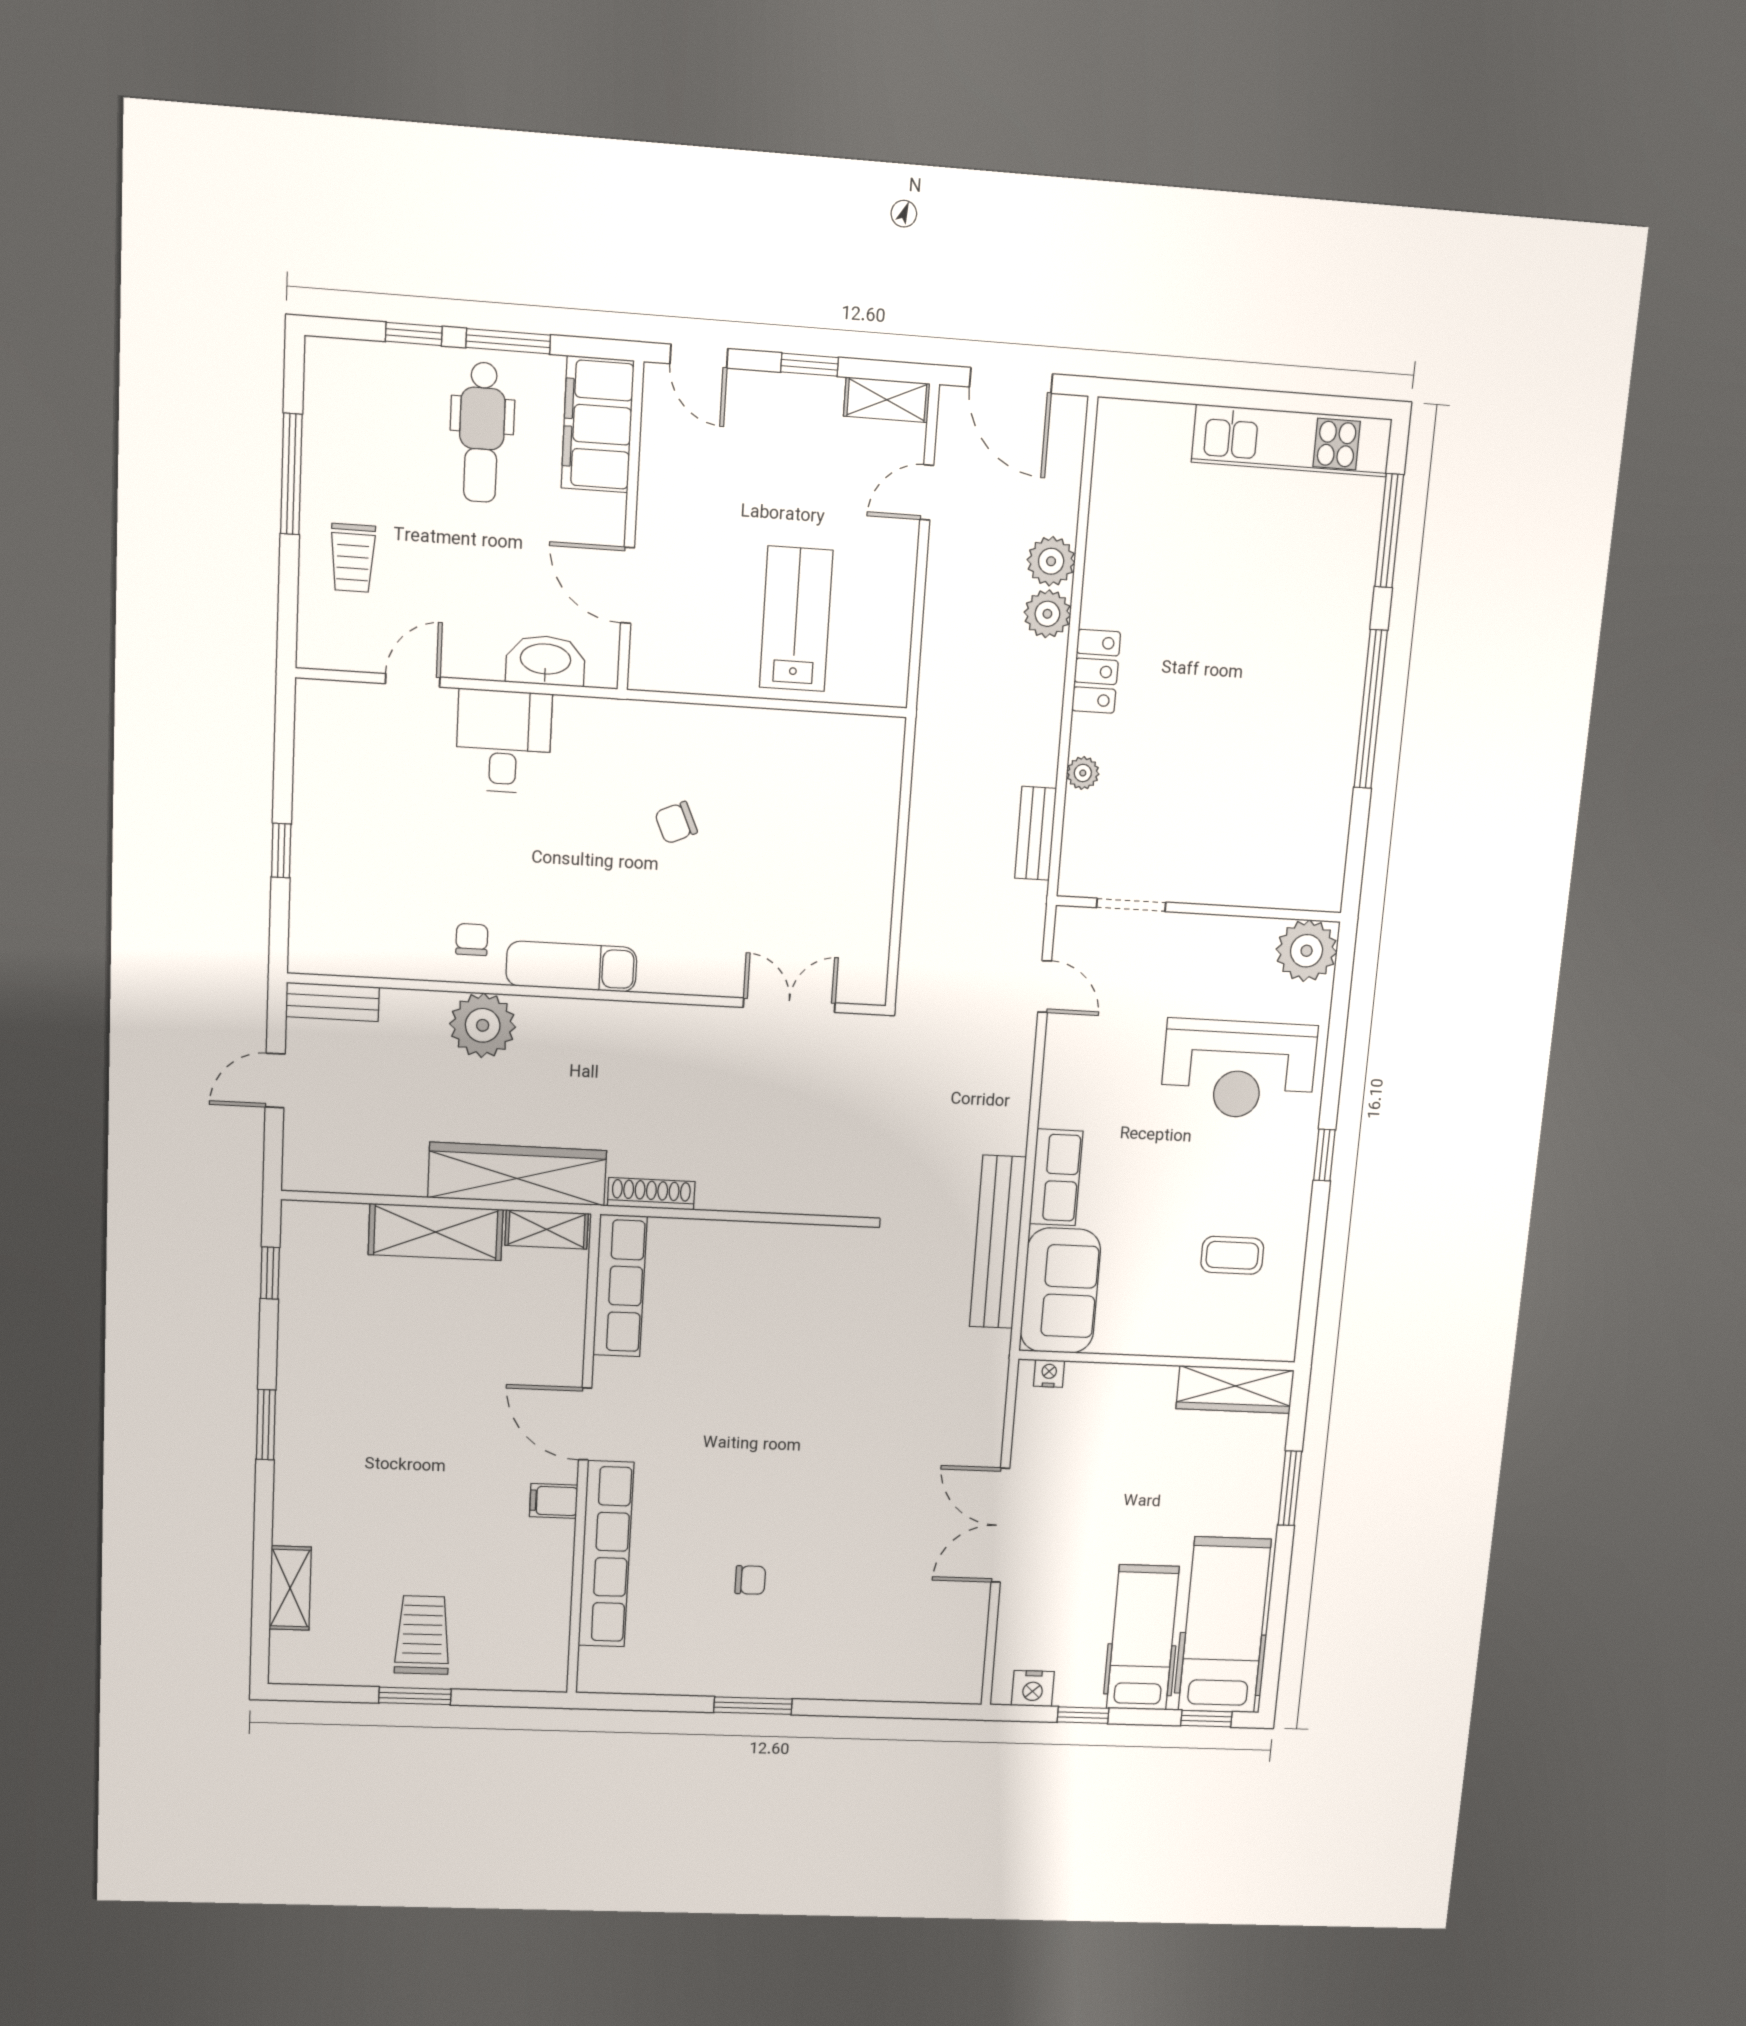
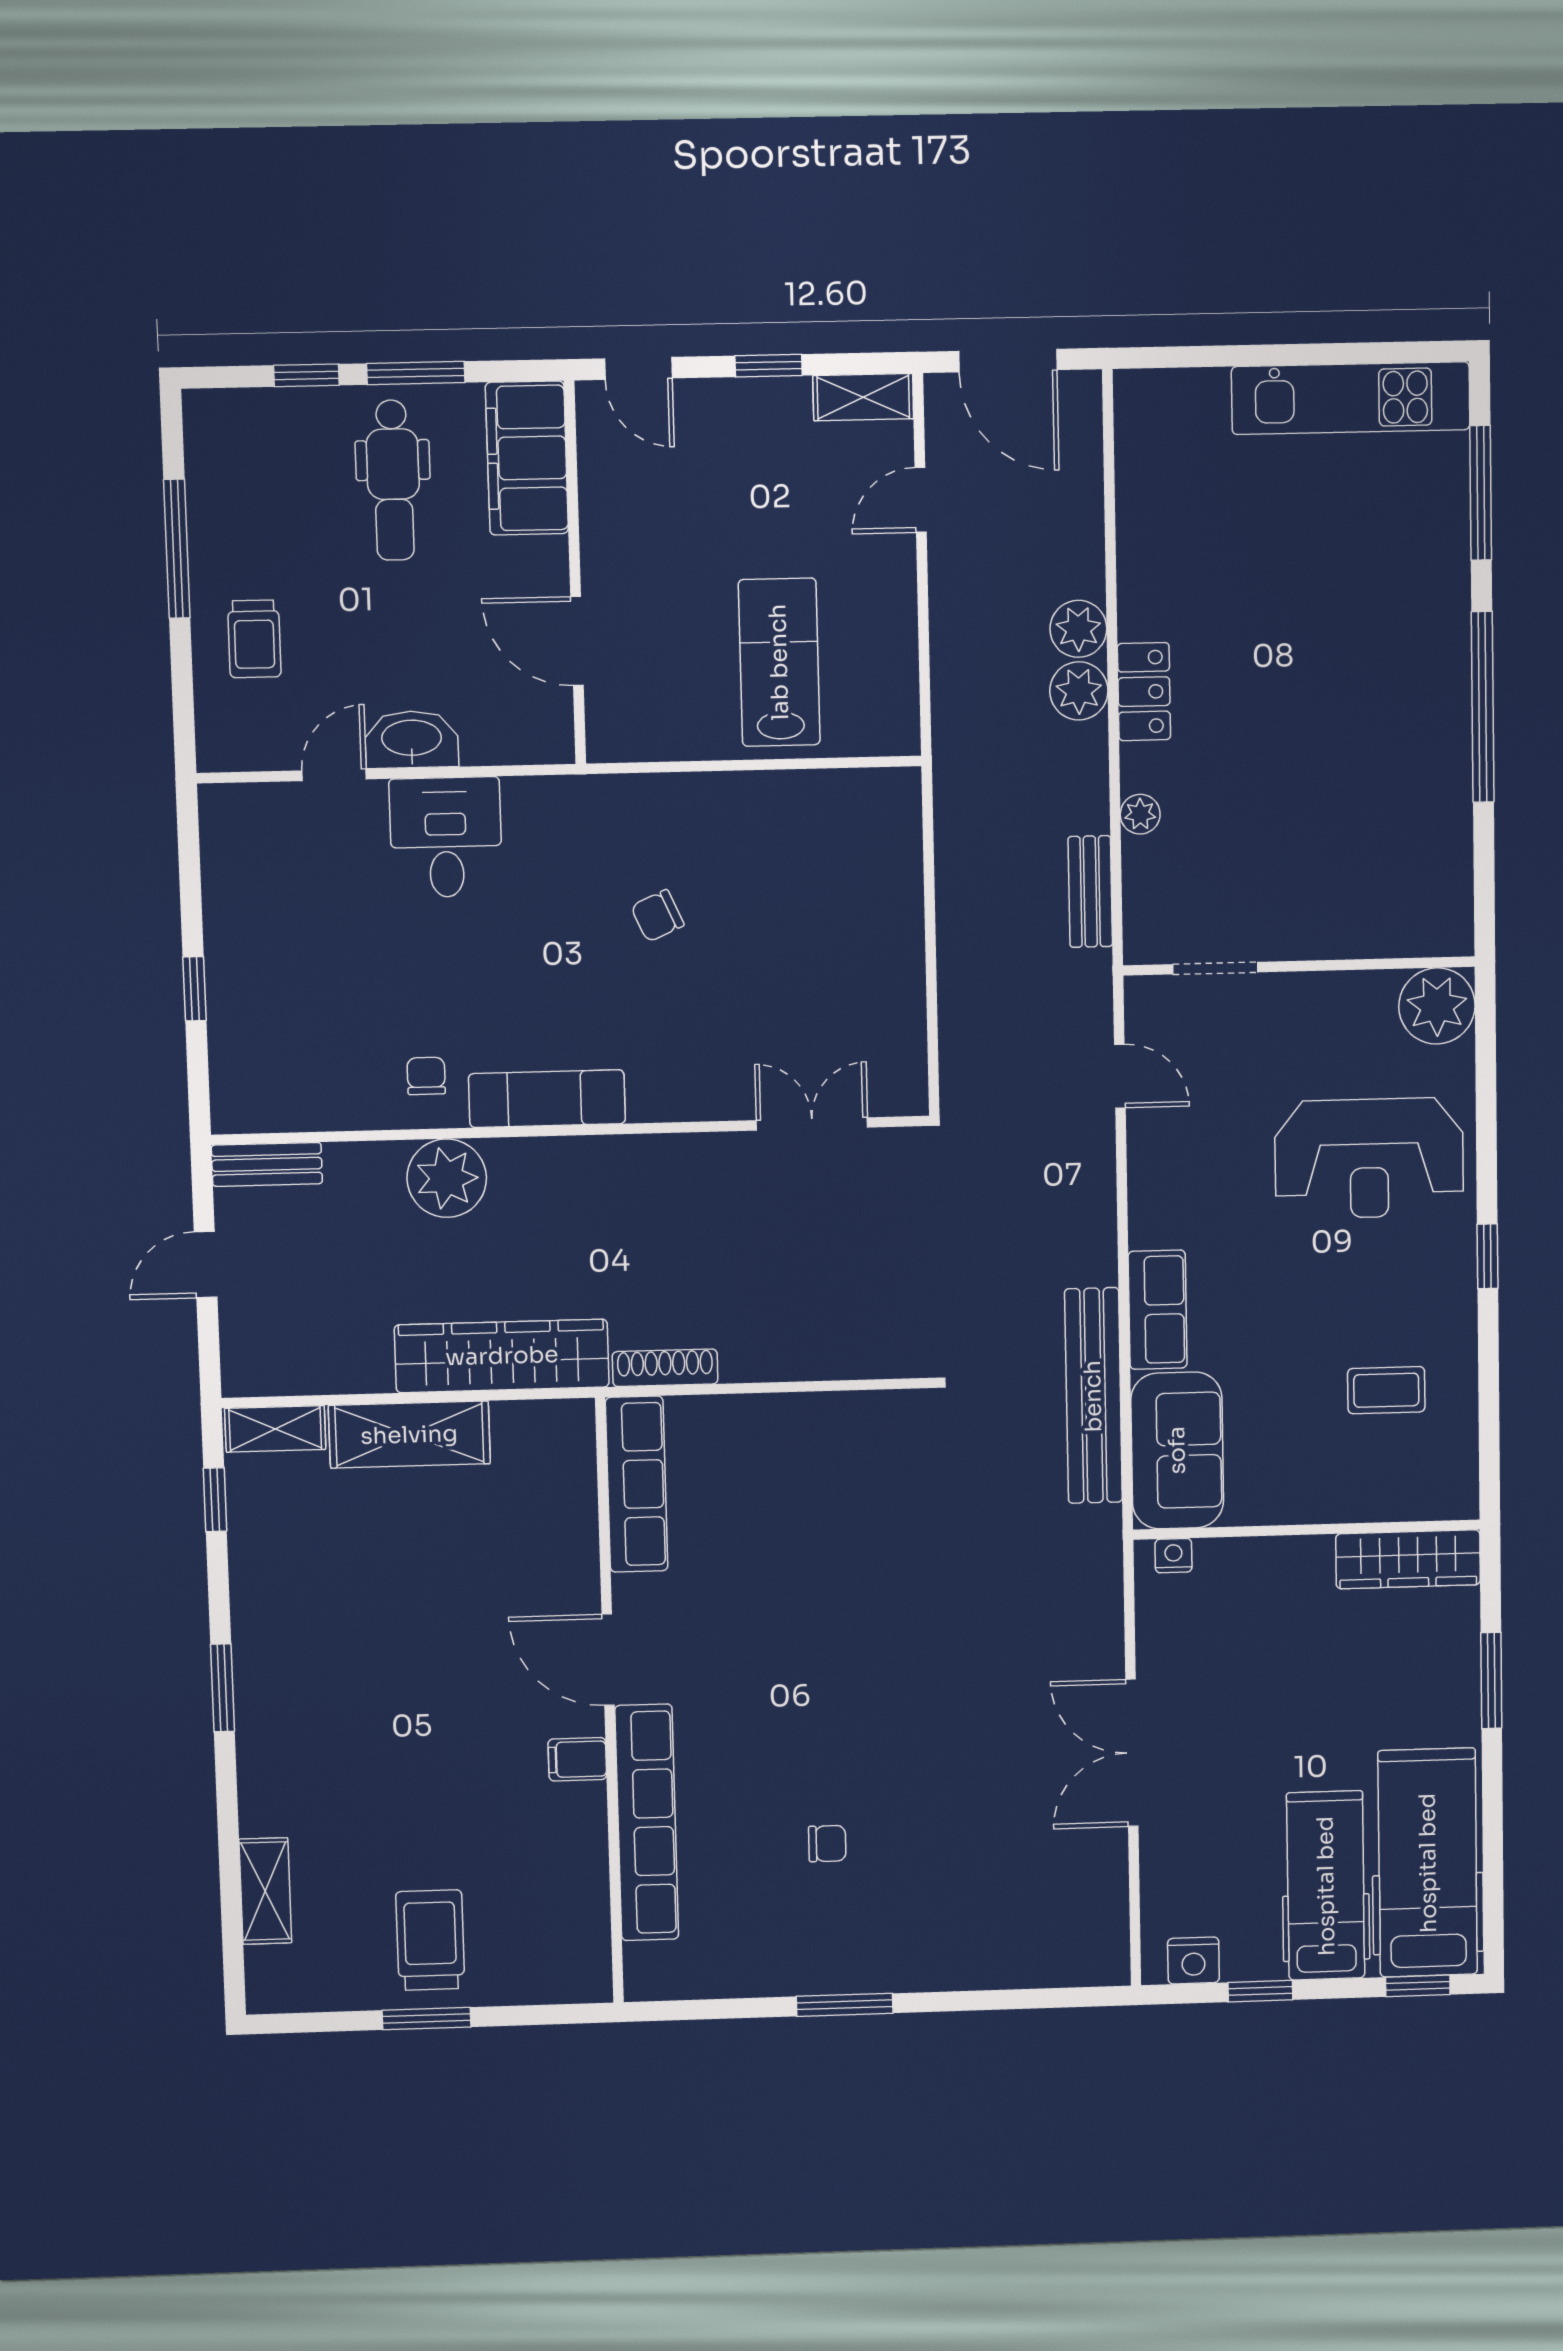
plant: (1051, 561) -> (1079, 691), moved
washbasin: (545, 660) -> (412, 739), moved
shelving: (547, 1229) -> (275, 1429), moved

